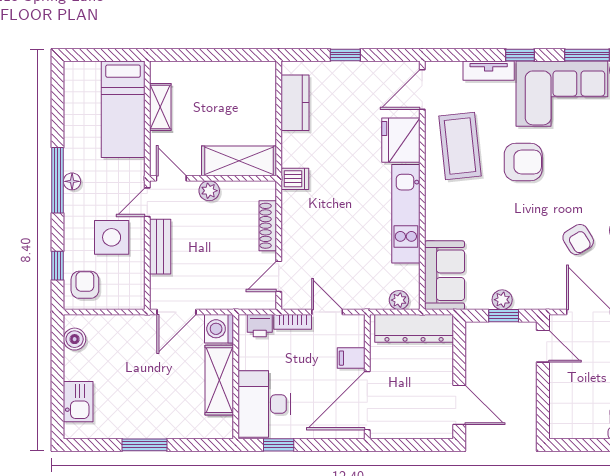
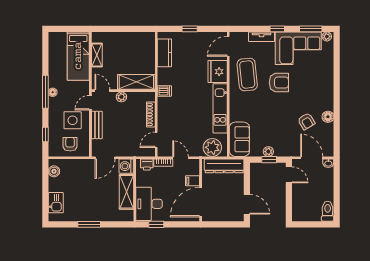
armchair: (85, 285) -> (70, 144), moved
plant: (399, 300) -> (212, 147), width x1.88, depth x1.88

